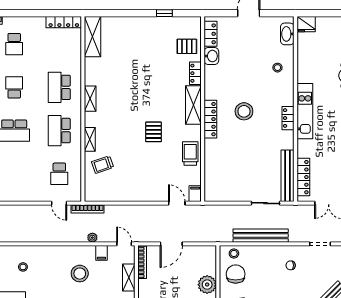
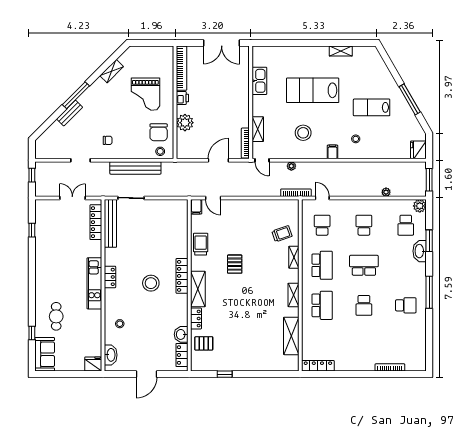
shelving: (93, 37) -> (291, 336), moved
school desk: (14, 44) -> (364, 225), moved
trolley: (190, 153) -> (201, 244), turned 180
filing cabinet: (101, 253) -> (332, 152), moved

